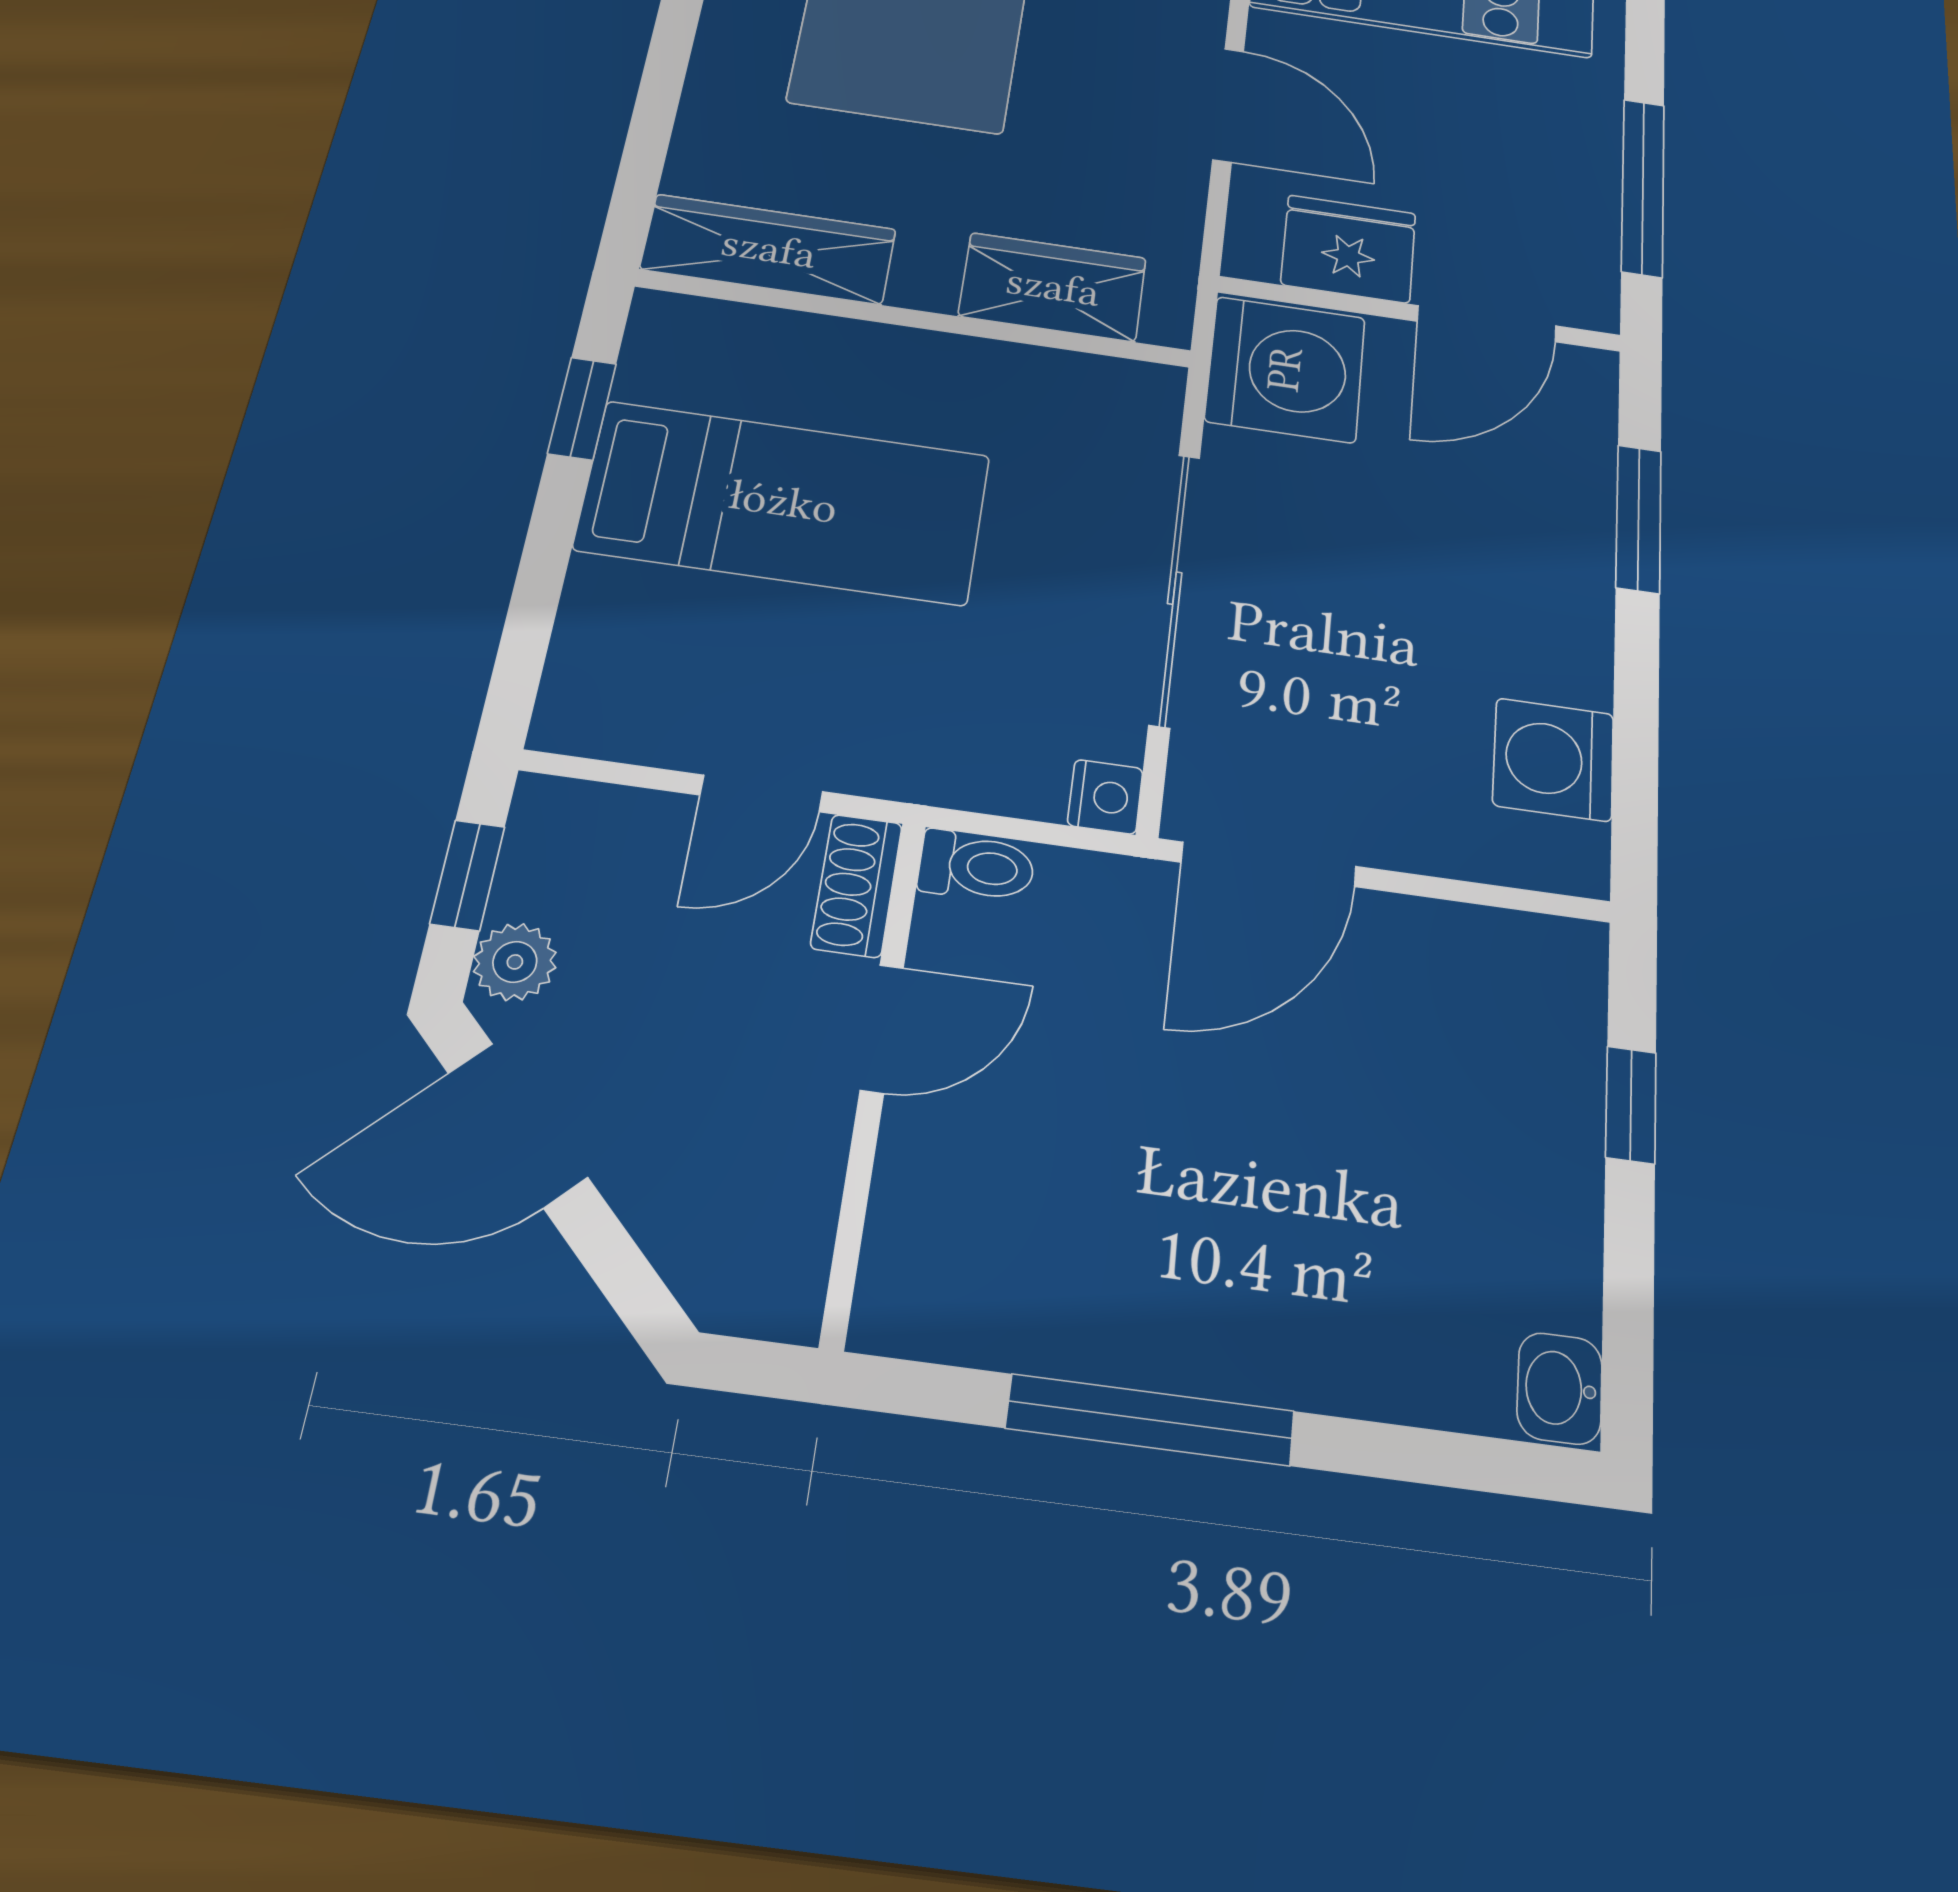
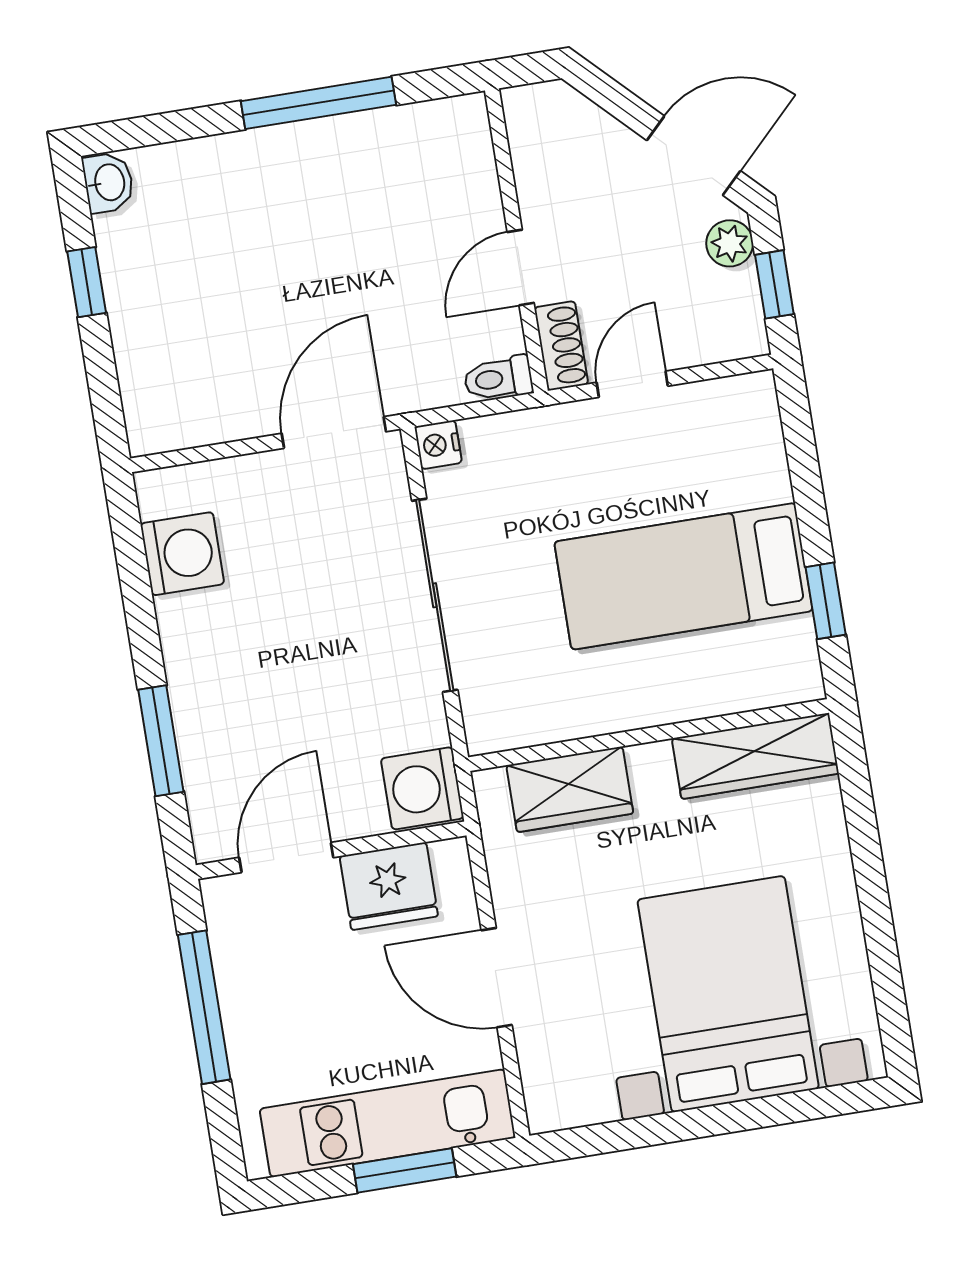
washing machine: (1285, 369) -> (422, 788), width x0.73, depth x0.73
window: (1631, 1105) -> (87, 282), moved

